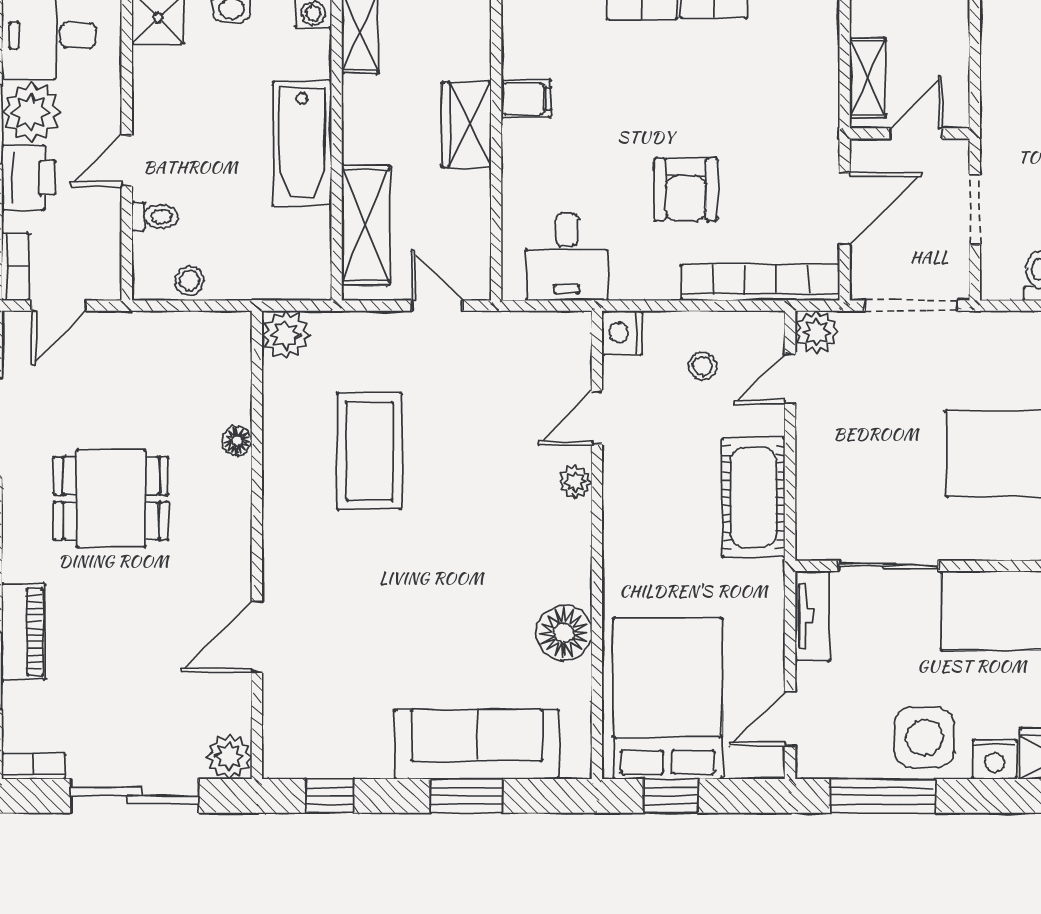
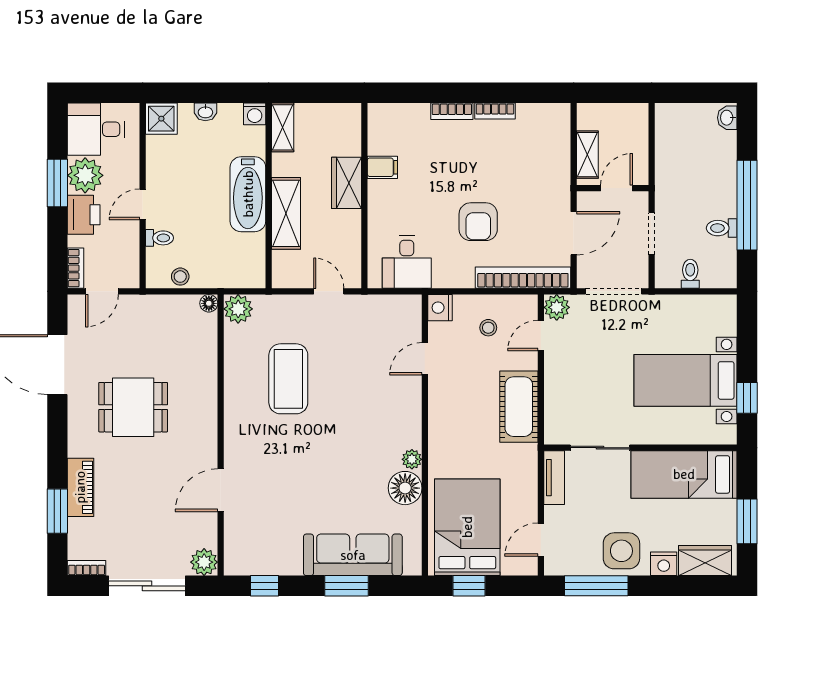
shelving: (366, 225) -> (286, 213), moved
floor lamp: (237, 441) -> (209, 303), moved
plant: (575, 482) -> (412, 459), moved

